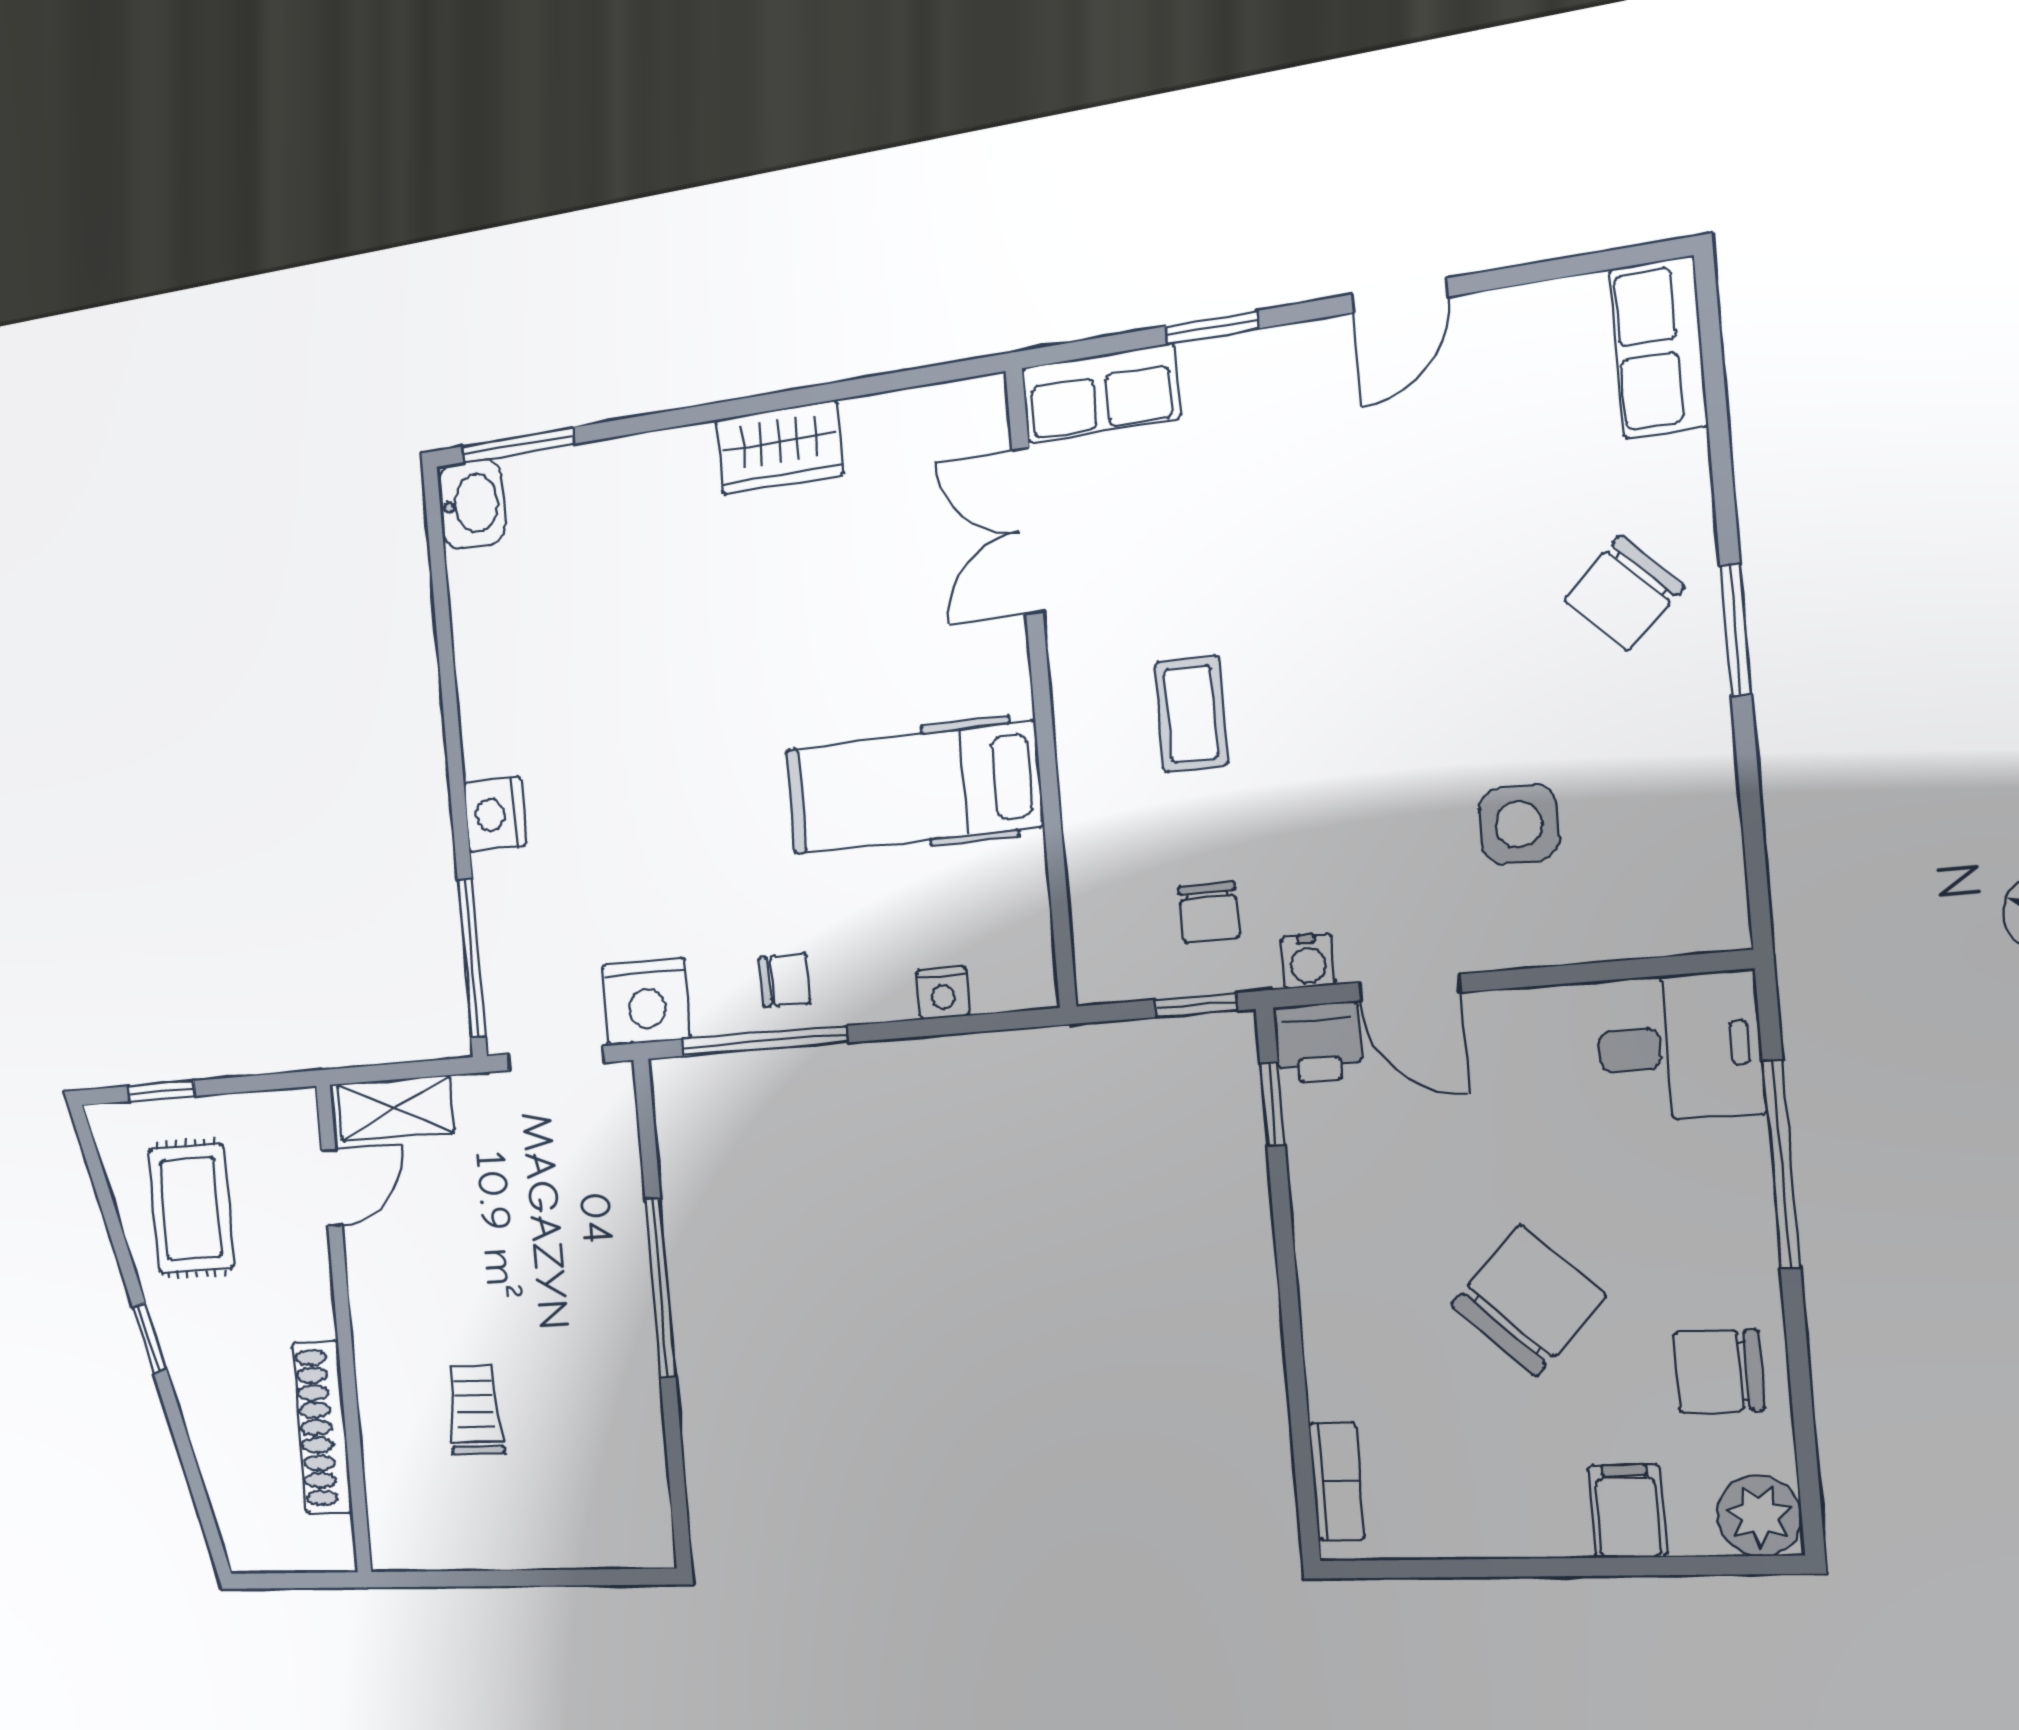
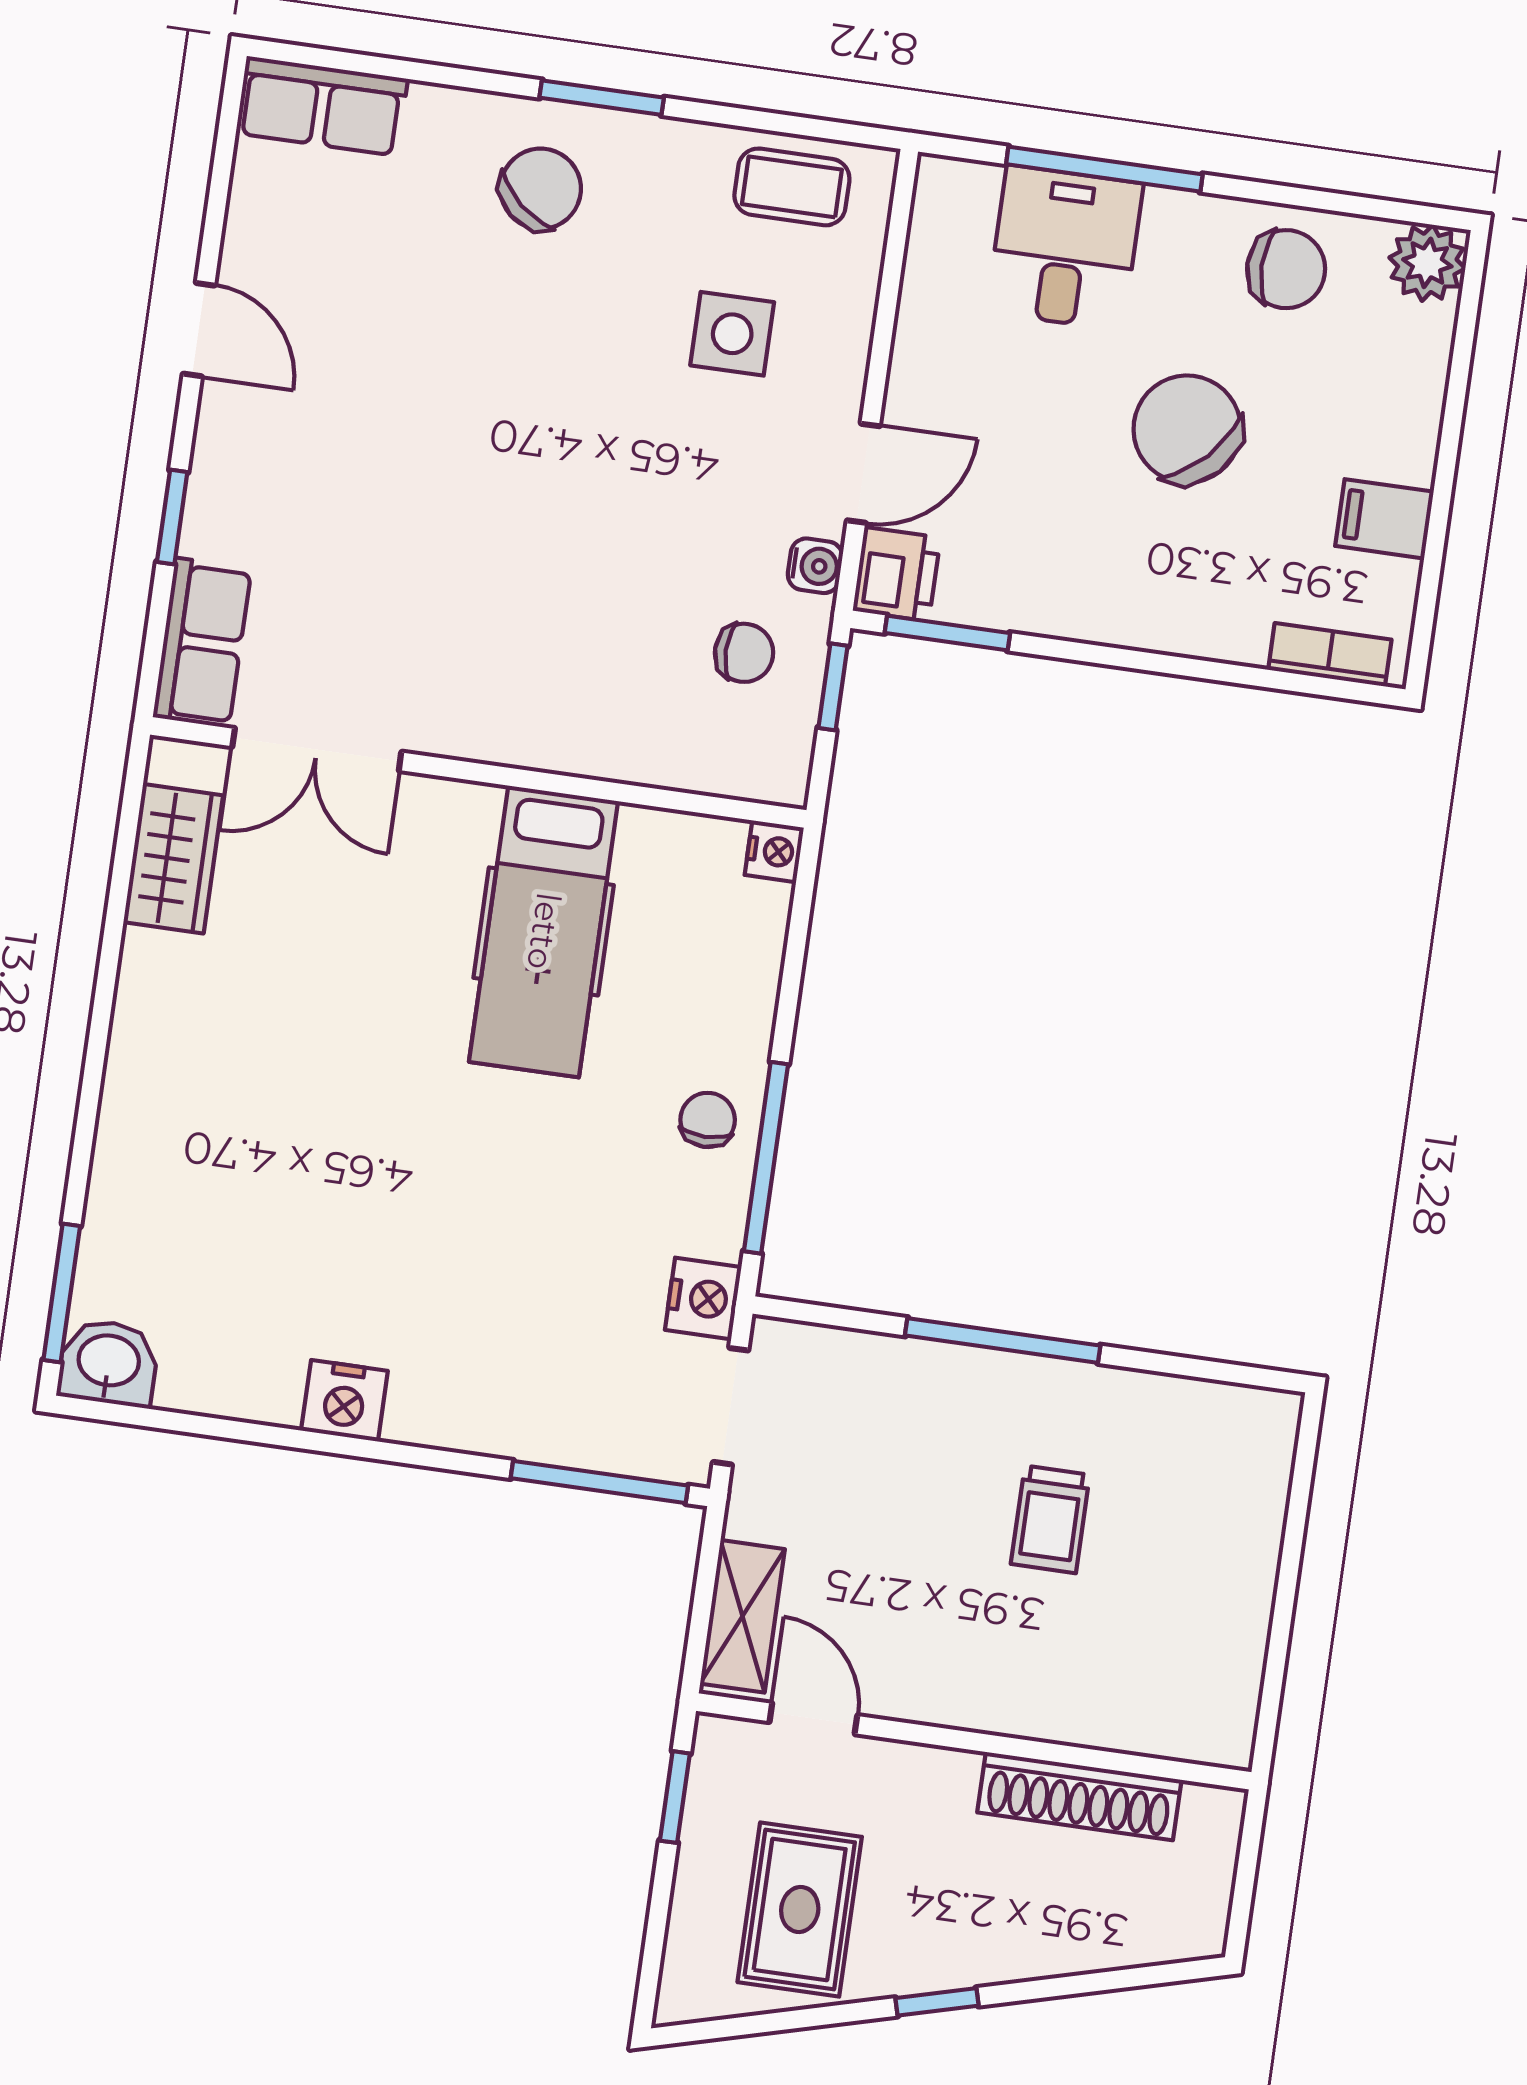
wardrobe: (779, 447) -> (173, 859), moved
chair: (1624, 593) -> (541, 189), turned -95
coffee table: (1191, 714) -> (792, 187), moved
nightstand: (495, 814) -> (344, 1401), moved
nightstand: (943, 993) -> (774, 851), moved
nightstand: (646, 1002) -> (703, 1298), width x0.74, depth x0.75
desk: (1680, 1047) -> (1065, 248), moved
window: (161, 1091) -> (675, 1797), moved
window: (1273, 1104) -> (947, 633), width x1.50
rug: (191, 1208) -> (800, 1909), turned 90
chair: (1718, 1371) -> (1286, 269), turned -90
trolley: (475, 1410) -> (1050, 1519), moved, turned -90
filing cabinet: (1627, 1511) -> (1384, 519), moved

